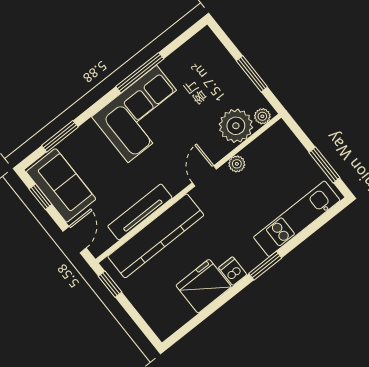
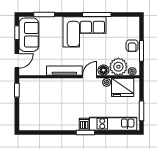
armchair: (231, 77) -> (132, 46), added
floor lamp: (217, 149) -> (103, 70), added
tv unit: (140, 212) -> (64, 71), moved
kitchen counter: (156, 236) -> (51, 85), removed
dishwasher: (233, 271) -> (84, 124), moved
fridge: (204, 286) -> (123, 87), moved, turned 180

